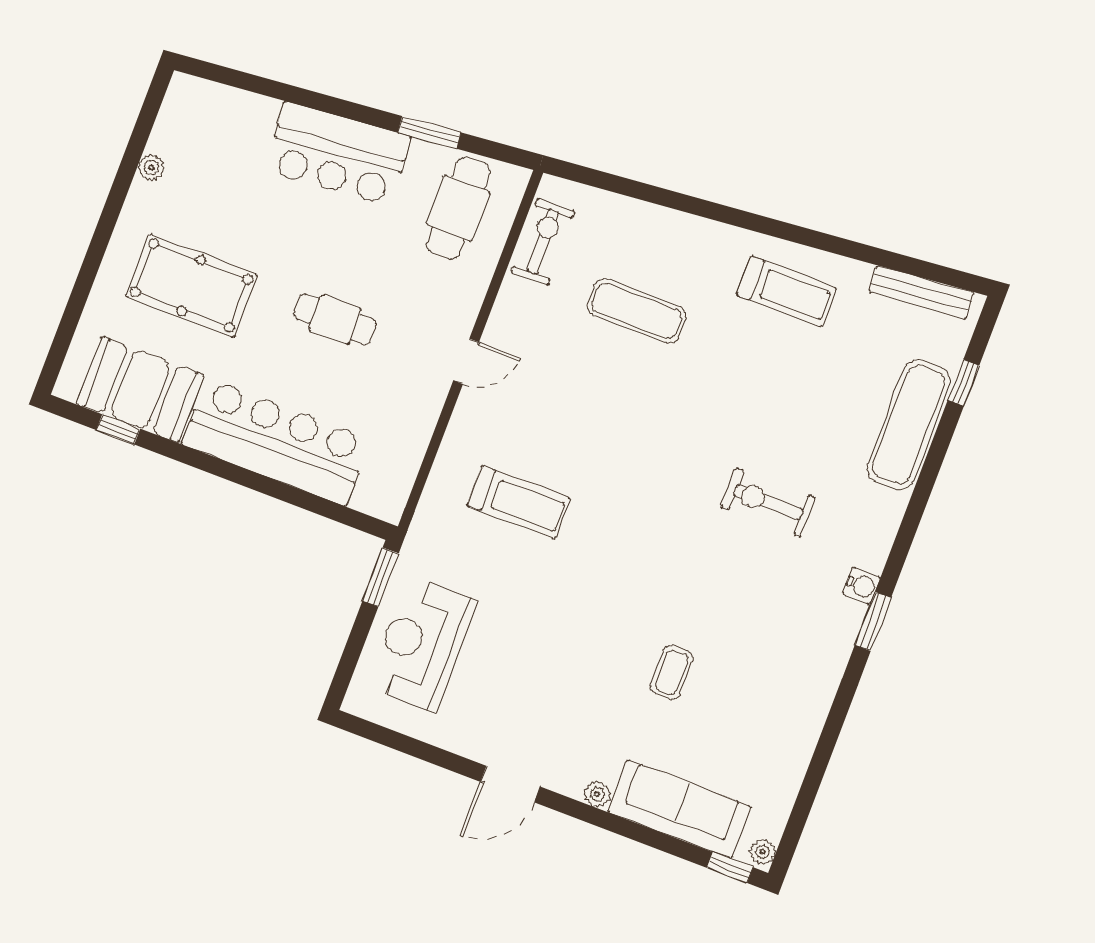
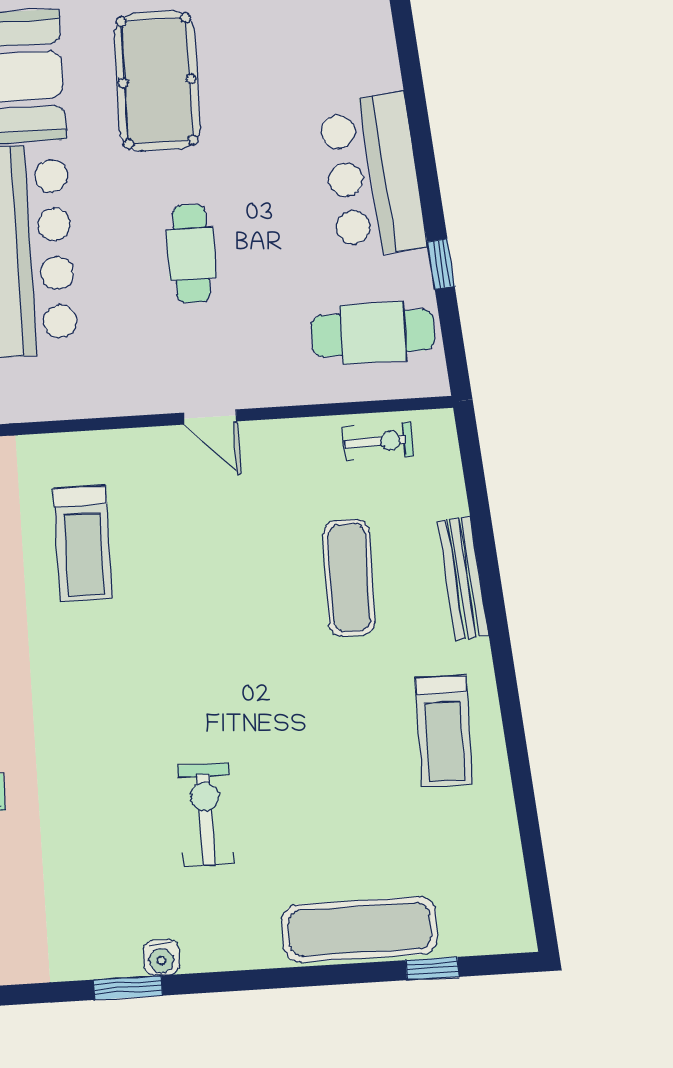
window: (429, 132) -> (441, 264), width x0.67
exercise bike: (543, 242) -> (378, 441), width x0.73, depth x0.72
bench: (921, 292) -> (463, 578), moved

